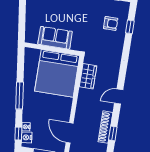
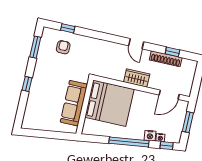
sofa: (55, 38) -> (74, 103), width x1.36
wardrobe: (88, 76) -> (137, 78), moved
window: (20, 96) -> (129, 142), width x1.46
nightstand: (27, 137) -> (150, 136), moved

